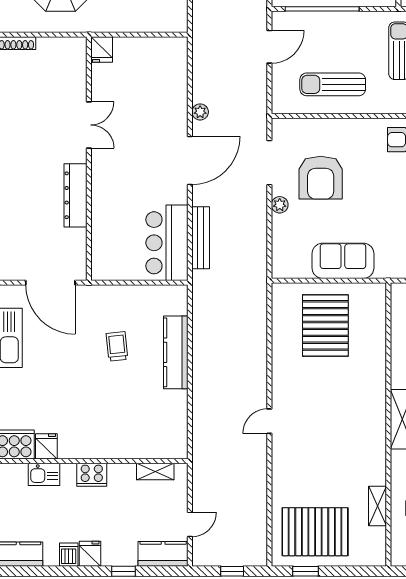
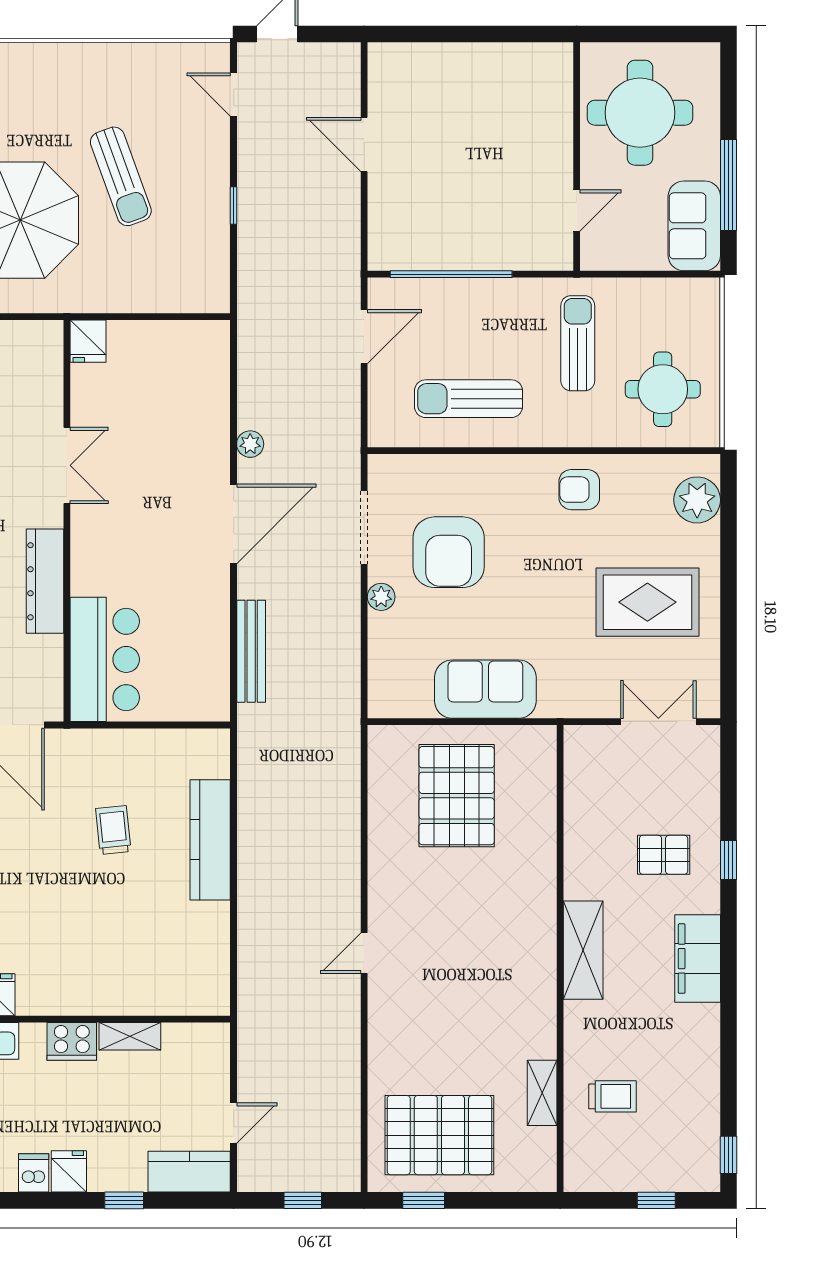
bar counter: (167, 243) -> (105, 659), moved, turned 180
shelving: (155, 472) -> (130, 1036), moved

